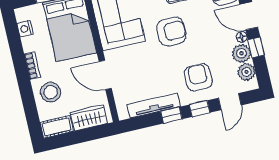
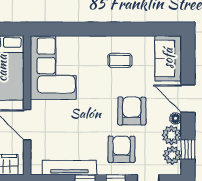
armchair: (171, 32) -> (132, 111), moved, turned -90
window: (256, 47) -> (188, 149), moved

